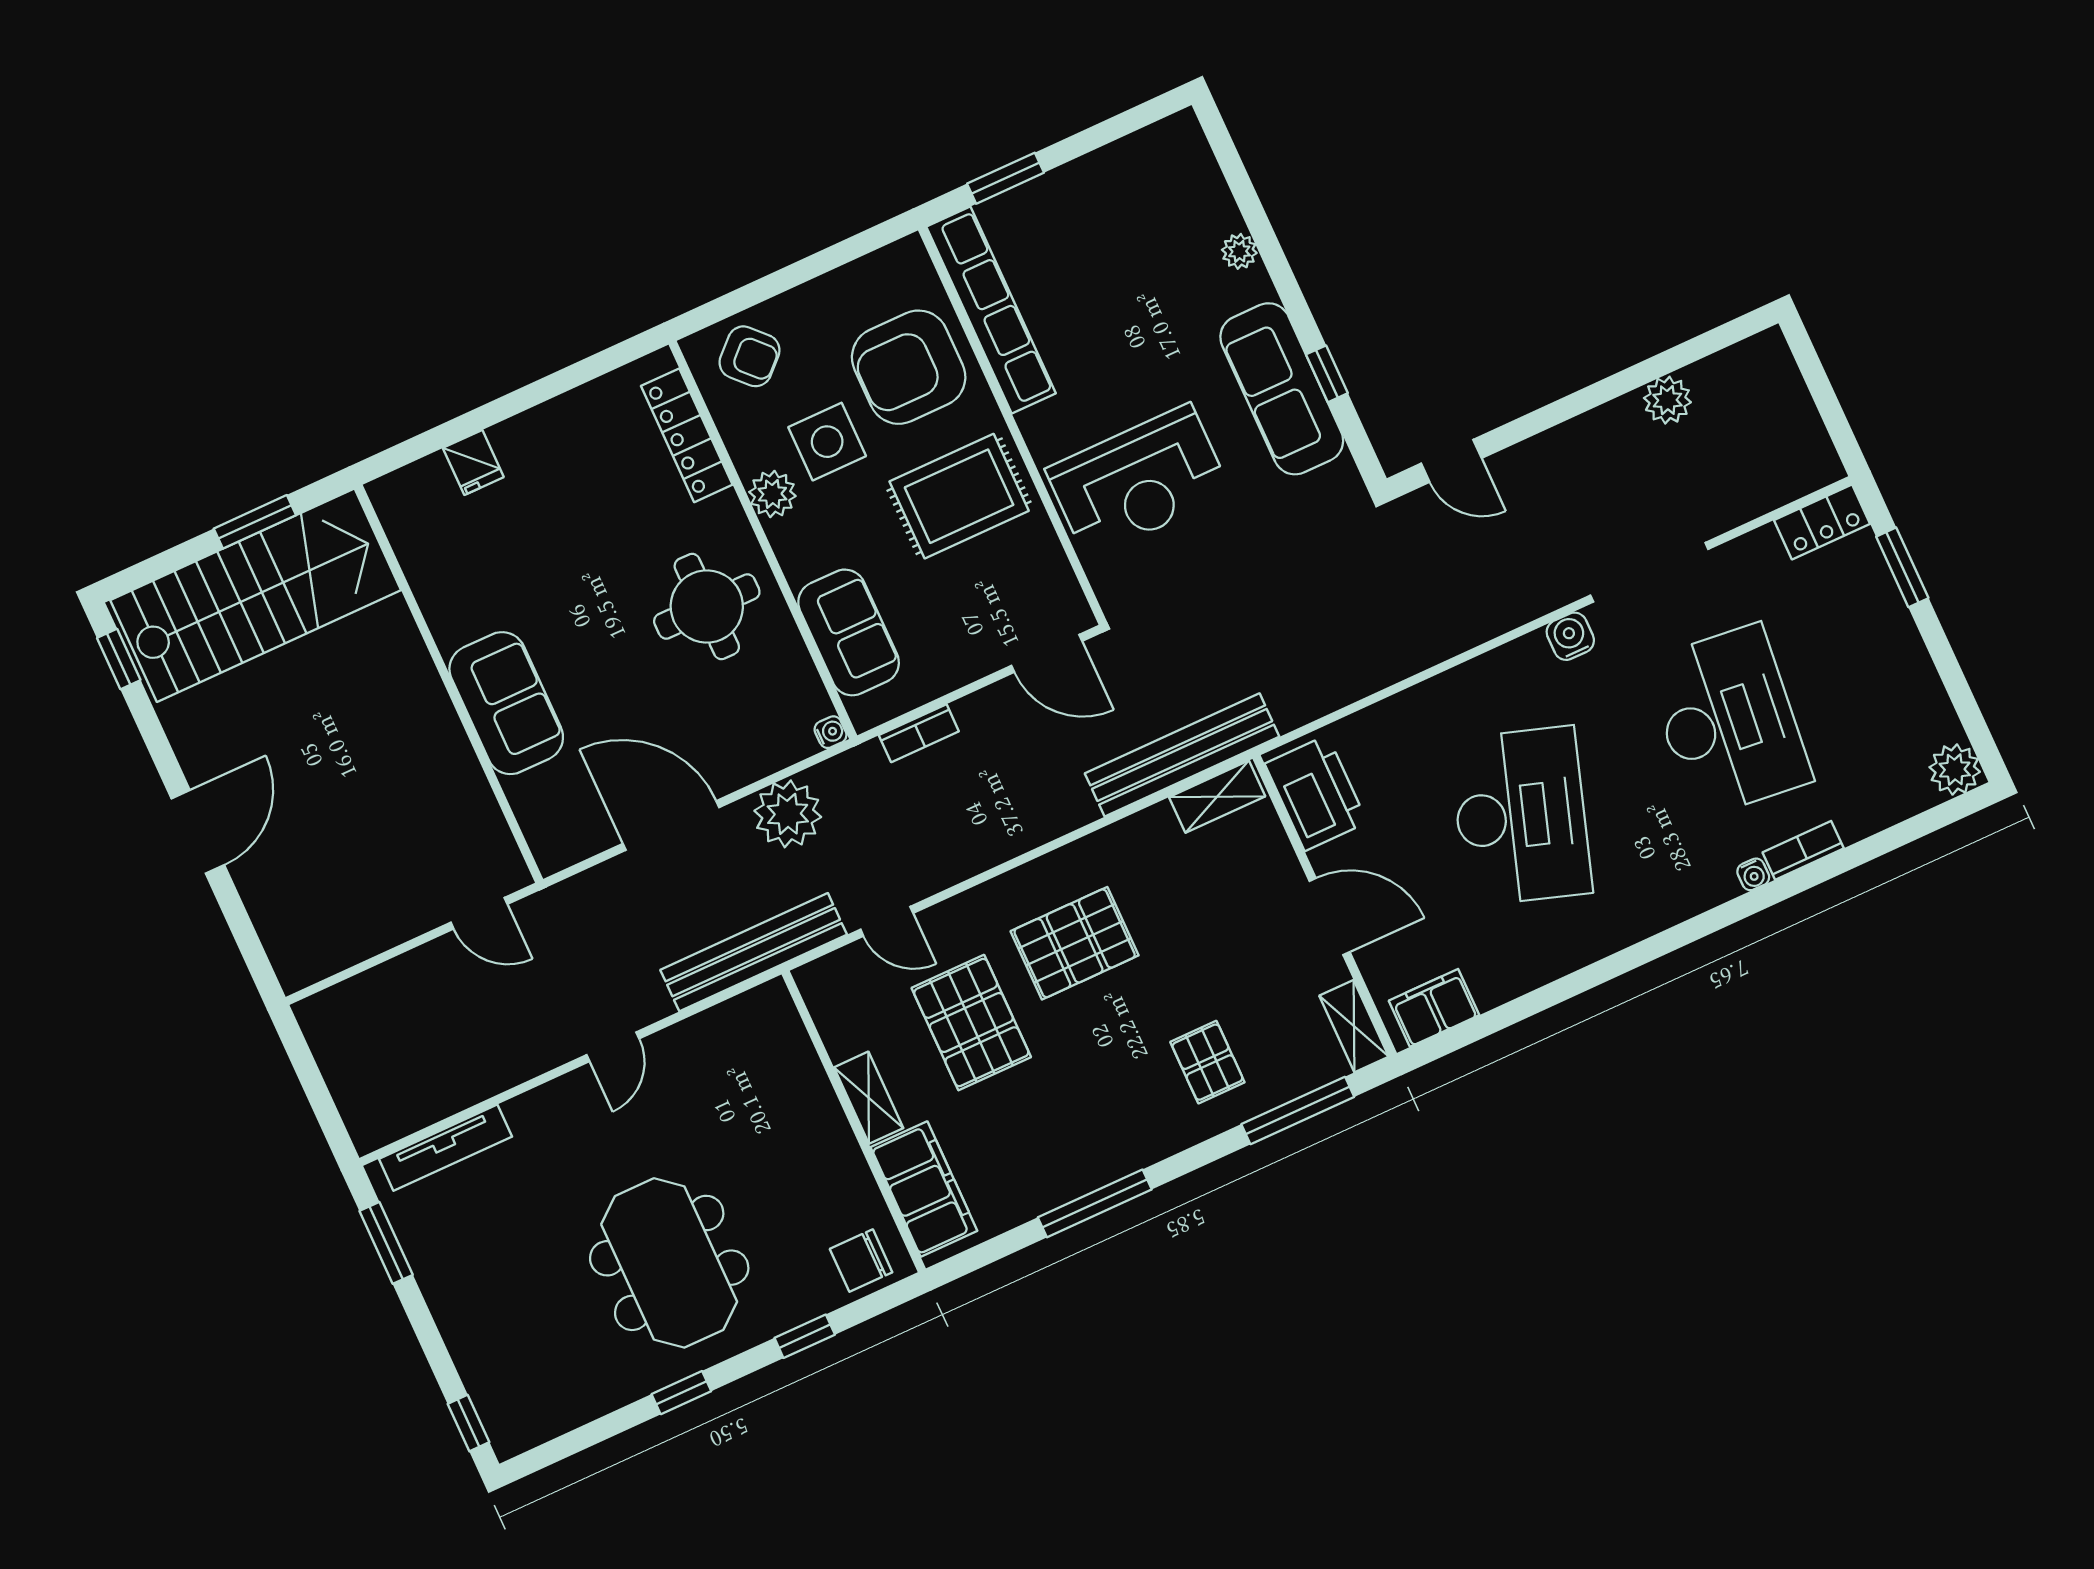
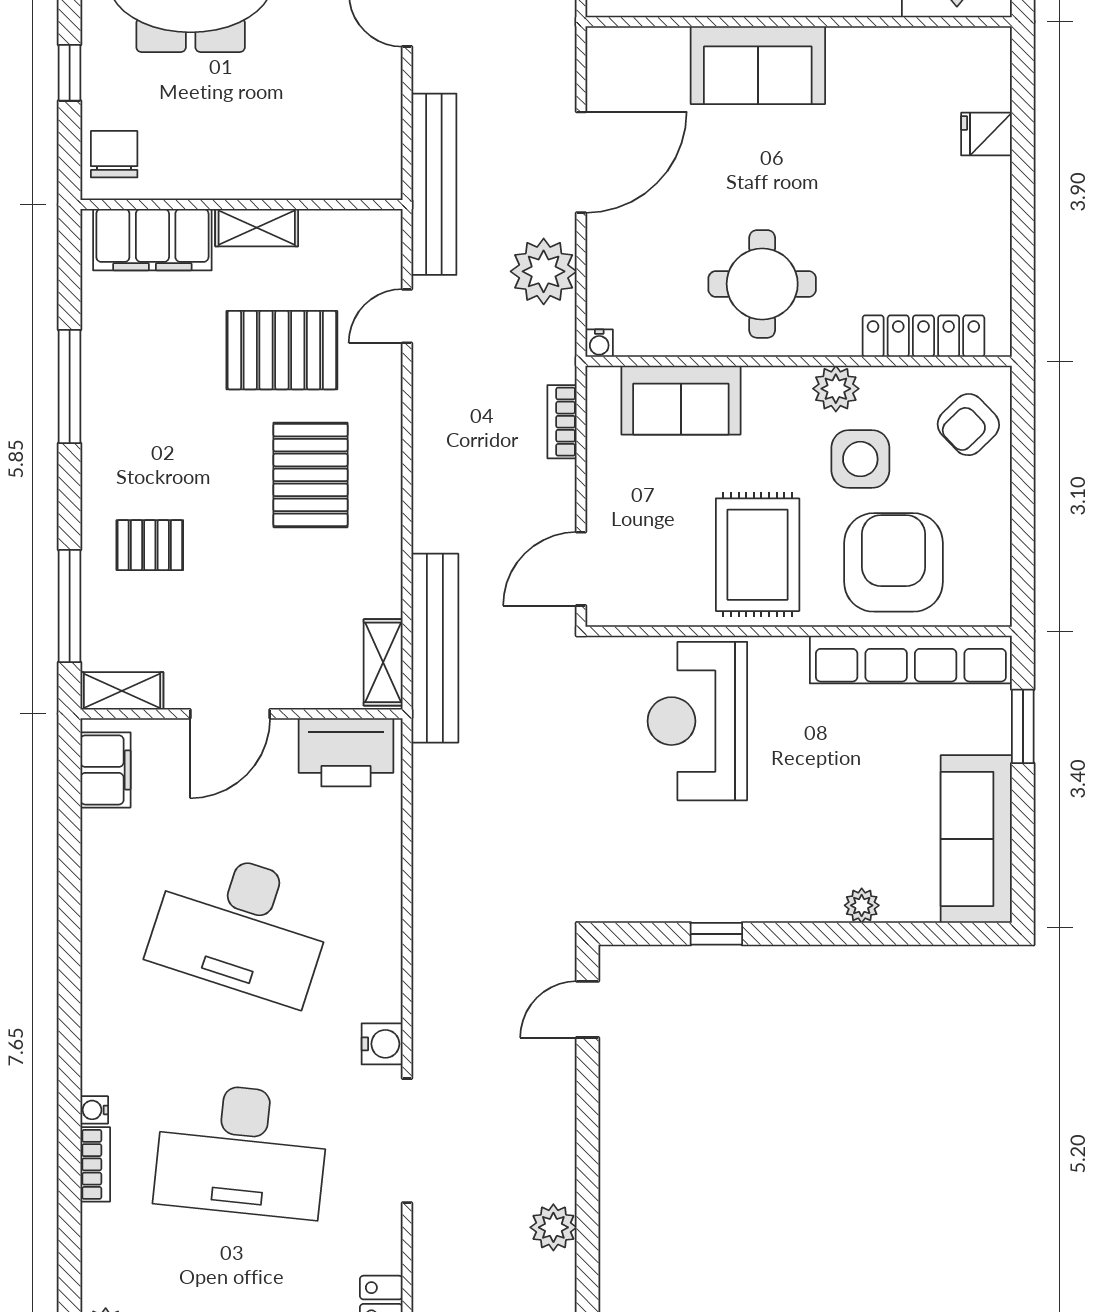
sofa: (1282, 389) -> (976, 839), moved, turned -90

